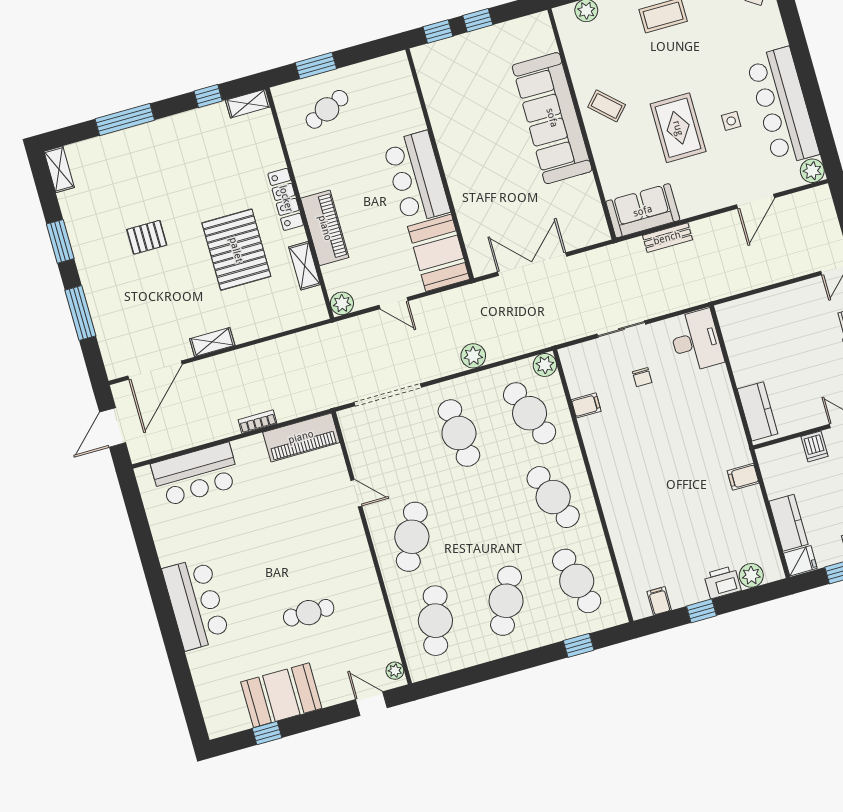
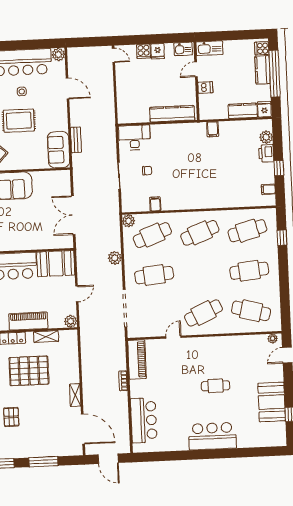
kitchen counter: (758, 411) -> (172, 114), width x1.50
cafe table: (412, 537) -> (203, 313), turned -48
cafe table: (506, 601) -> (249, 271), turned -30
cafe table: (309, 613) -> (216, 386), moved, turned 90

